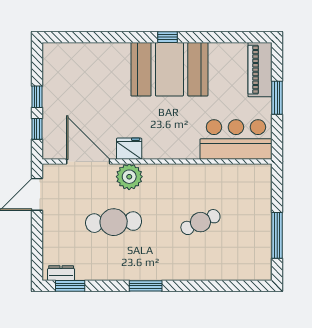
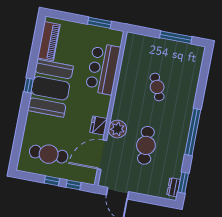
piano: (260, 70) -> (49, 41), moved, turned -90
cafe table: (74, 85) -> (49, 154), added
window: (277, 98) -> (99, 23), moved
bar counter: (236, 139) -> (103, 69), moved
window: (146, 286) -> (193, 132), width x2.11

